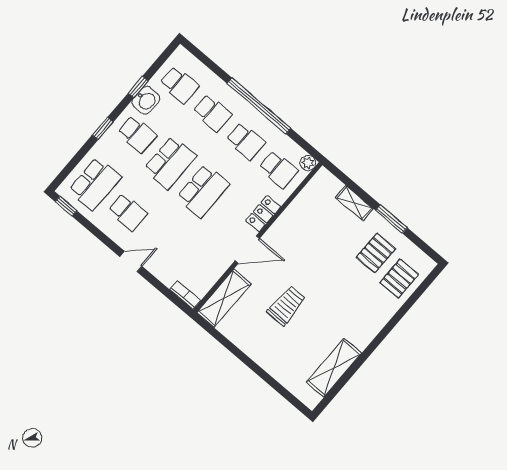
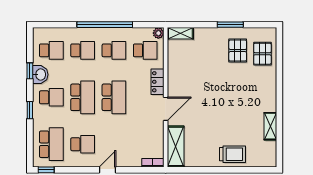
shelving: (354, 203) -> (180, 33), moved
trolley: (287, 306) -> (232, 154), moved, turned 90
shelving: (334, 368) -> (270, 126), width x0.67, depth x0.75

